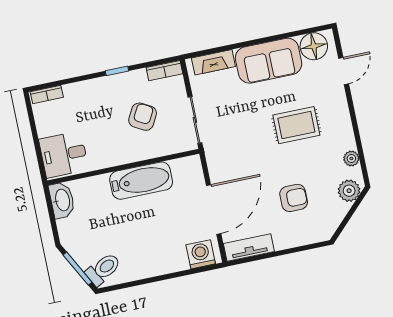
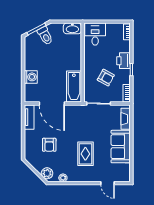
floor lamp: (314, 46) -> (123, 171), removed
printer: (103, 90) -> (123, 61), added
bathtub: (141, 181) -> (74, 87), moved
washing machine: (201, 254) -> (31, 77), moved
toilet: (103, 269) -> (45, 36), moved

